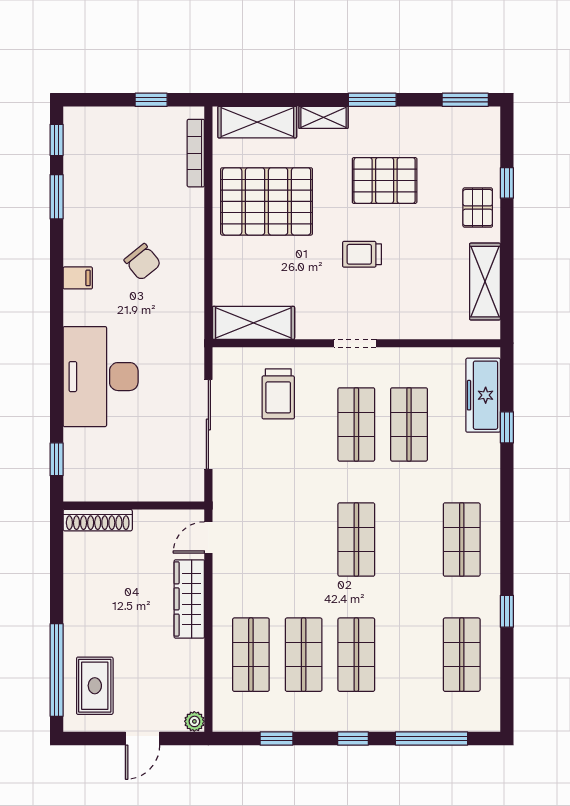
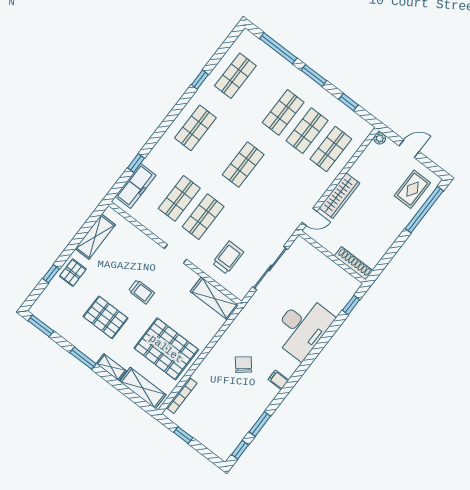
window: (353, 739) -> (314, 76), width x1.50

